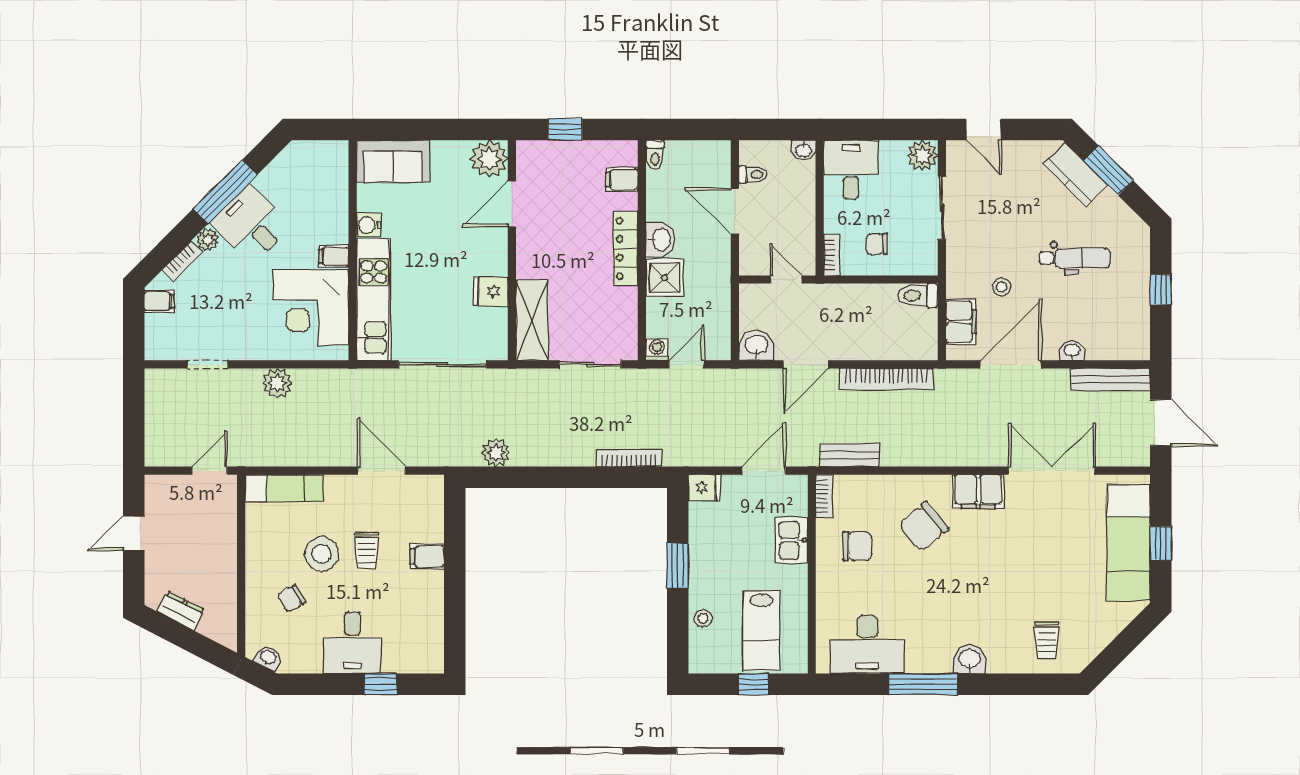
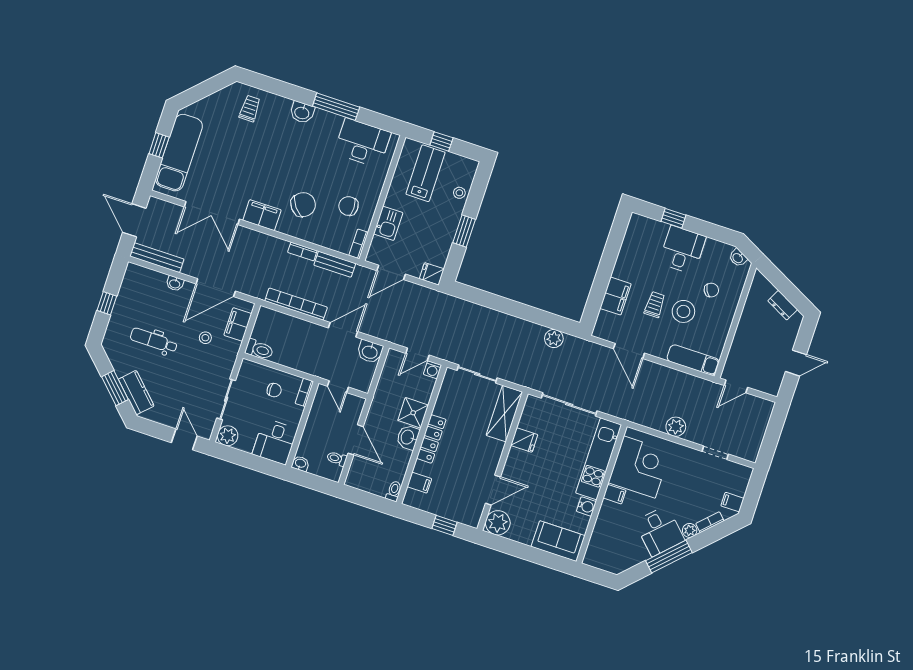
bookcase: (629, 458) -> (302, 252), moved, width x0.64
filing cabinet: (427, 556) -> (616, 296), width x2.00

